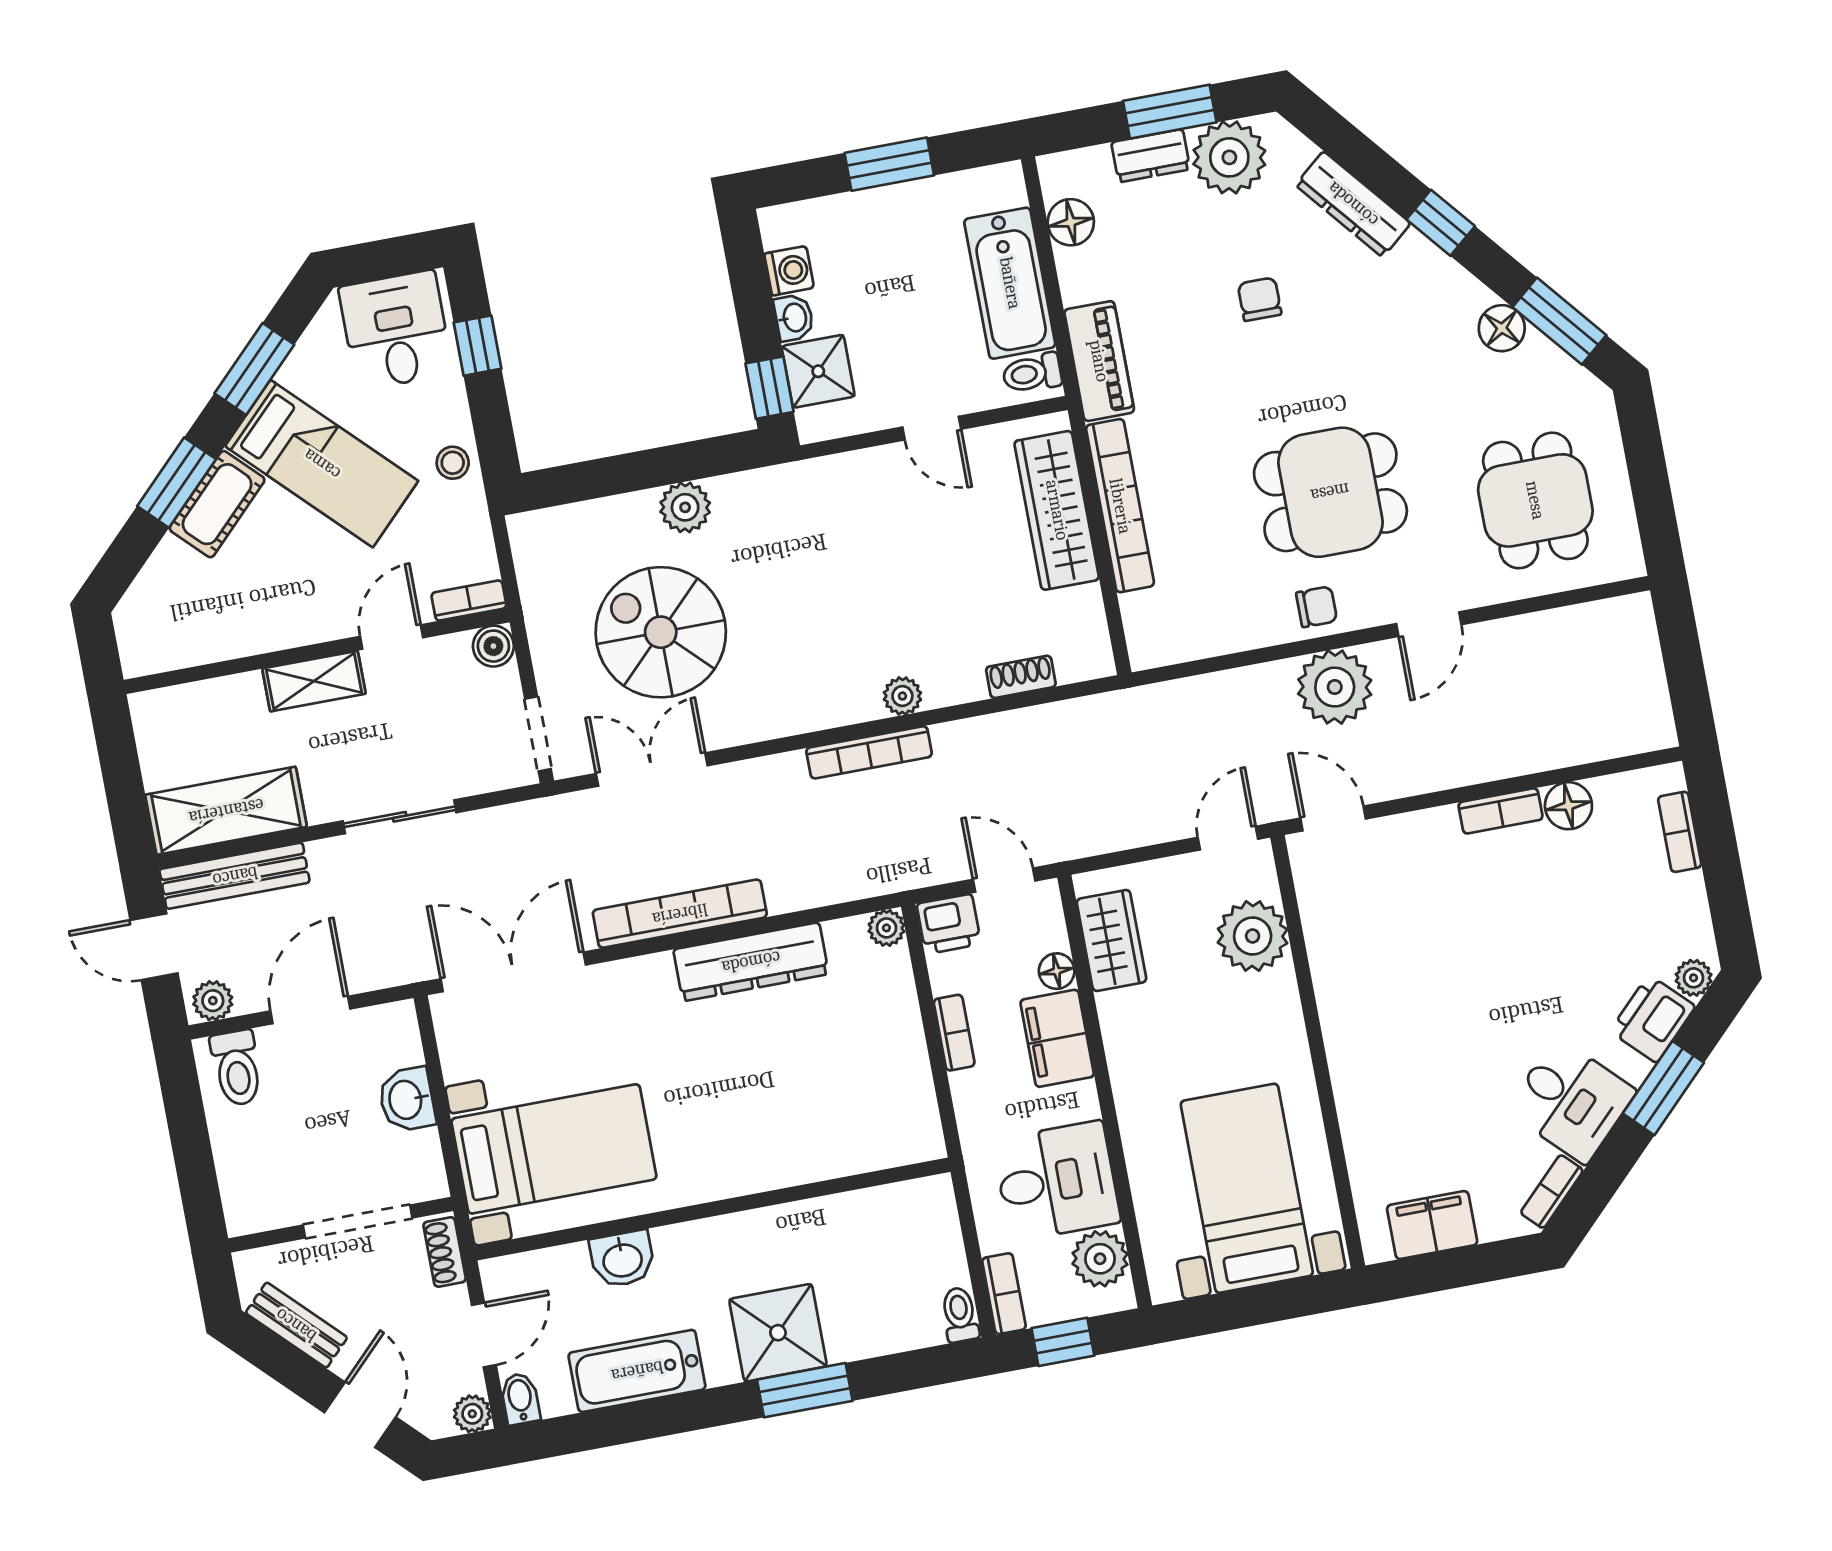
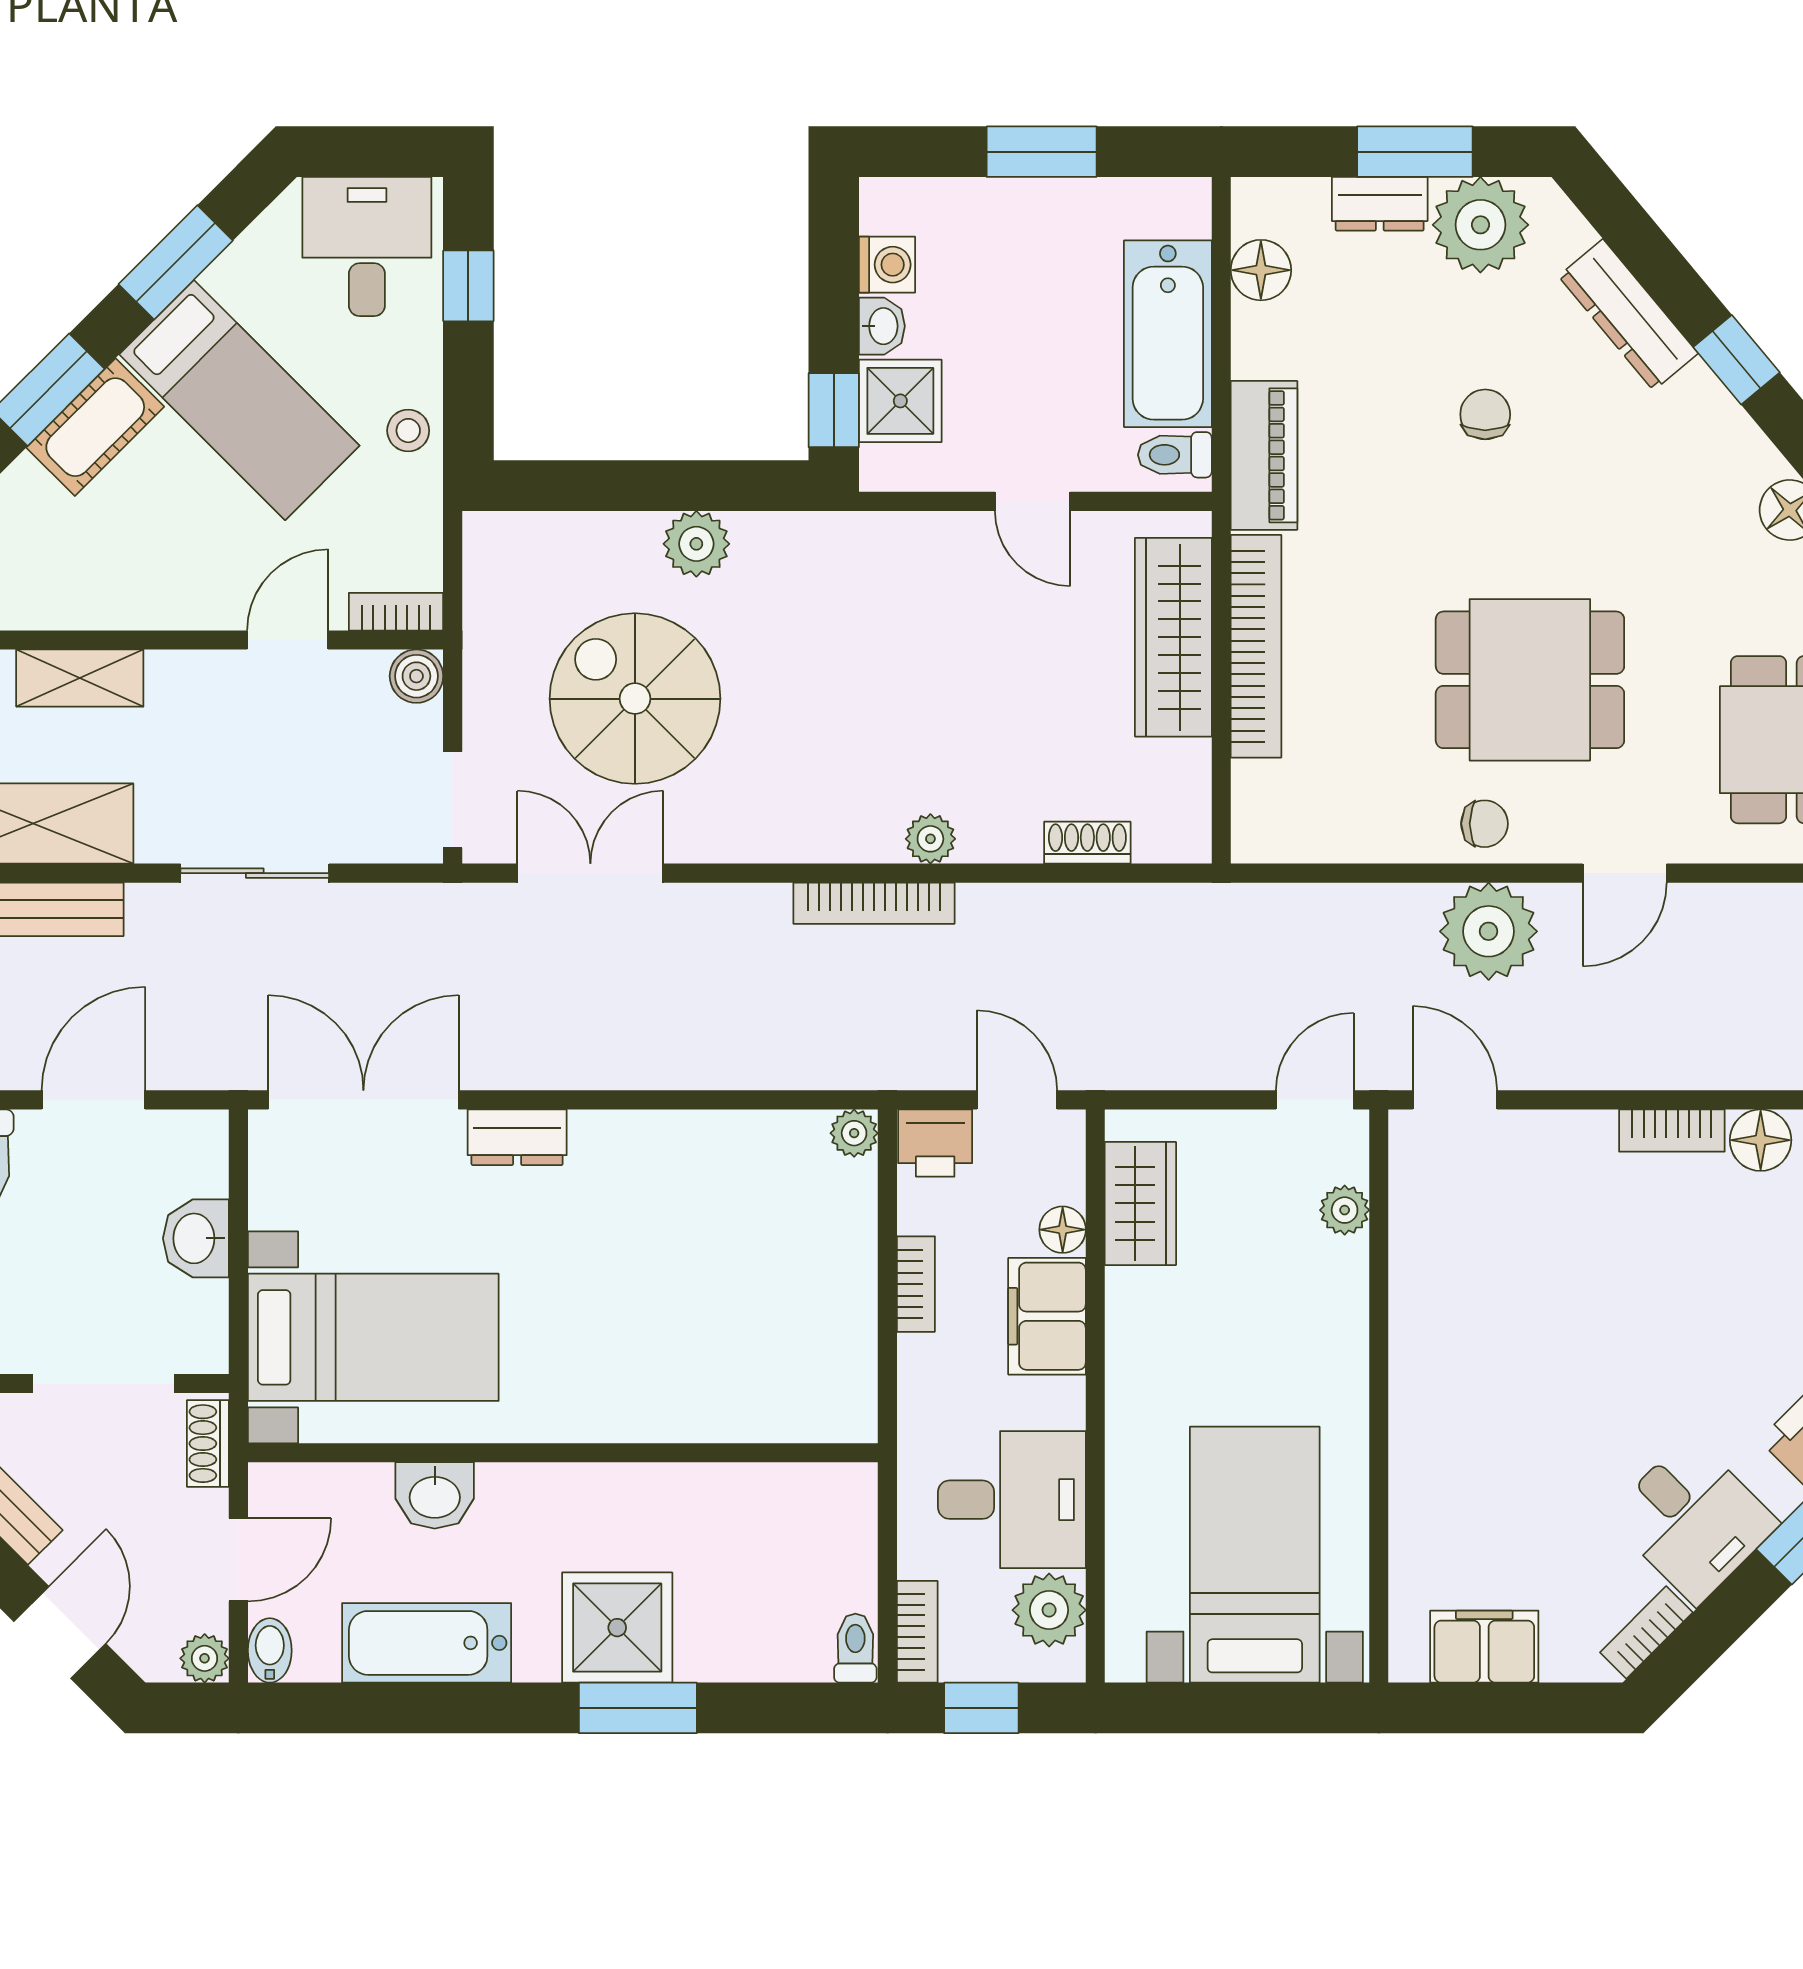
shelving: (314, 681) -> (80, 678), moved
bookcase: (680, 914) -> (592, 1065), removed
plant: (1253, 936) -> (1345, 1210), width x0.53, depth x0.53
dresser: (751, 962) -> (517, 1137), moved, width x0.51, depth x0.80

